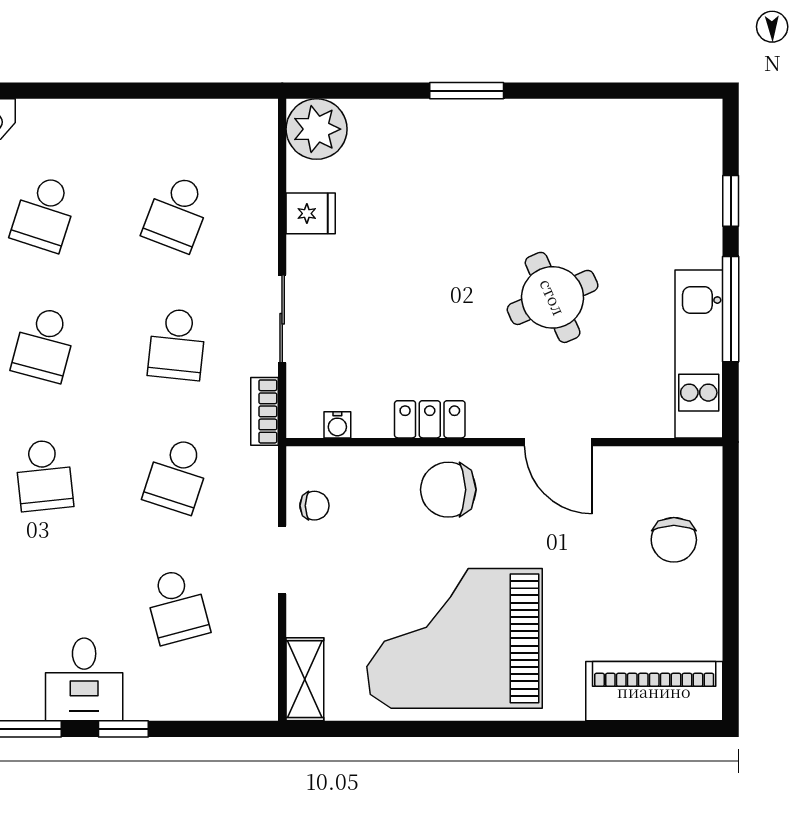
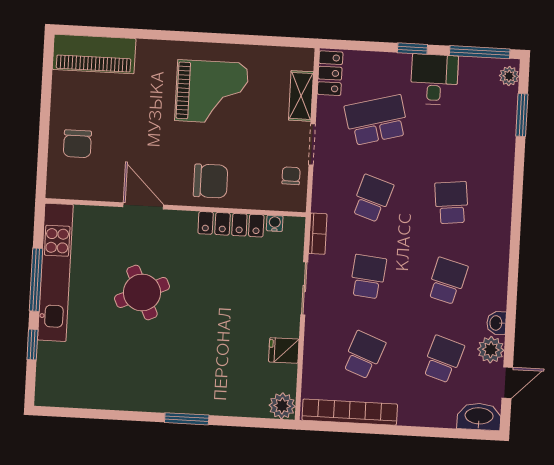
bookcase: (195, 117) -> (350, 412), added
plant: (317, 129) -> (282, 406), width x0.73, depth x0.73
kitchen unit: (699, 354) -> (55, 272), width x1.36
locker: (430, 419) -> (231, 224), width x1.53
chair: (314, 506) -> (291, 176), turned 90
chair: (674, 540) -> (77, 144), turned 180
school desk: (177, 606) -> (376, 120), width x1.85
grand piano: (454, 638) -> (212, 92), width x0.73, depth x0.68
shelving: (305, 679) -> (301, 96), moved
locker: (259, 680) -> (330, 73), added

